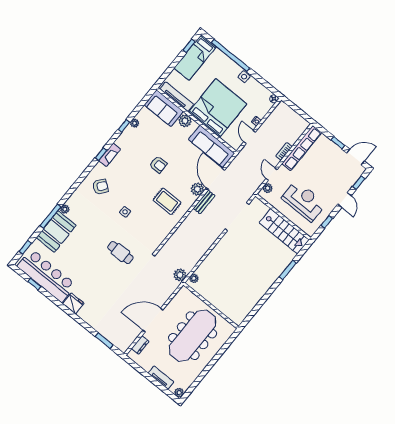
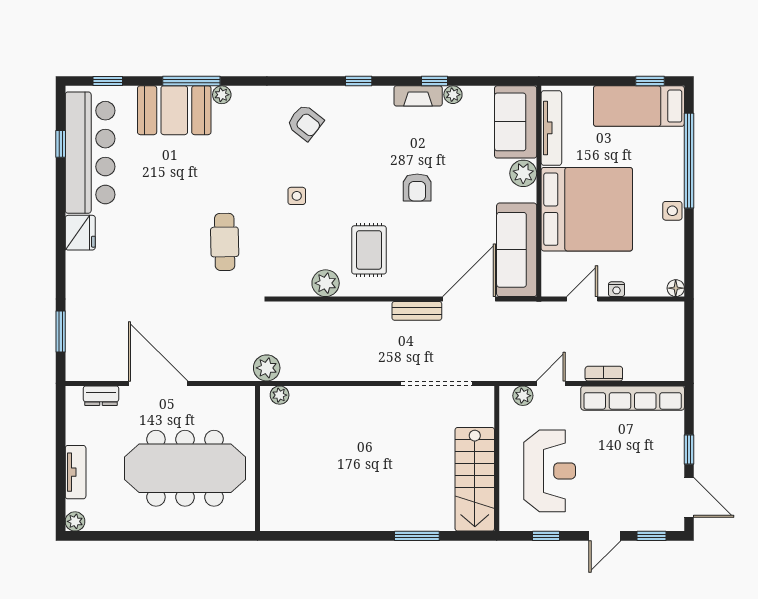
fireplace: (110, 155) -> (418, 96), moved
plant: (197, 189) -> (326, 283), moved

